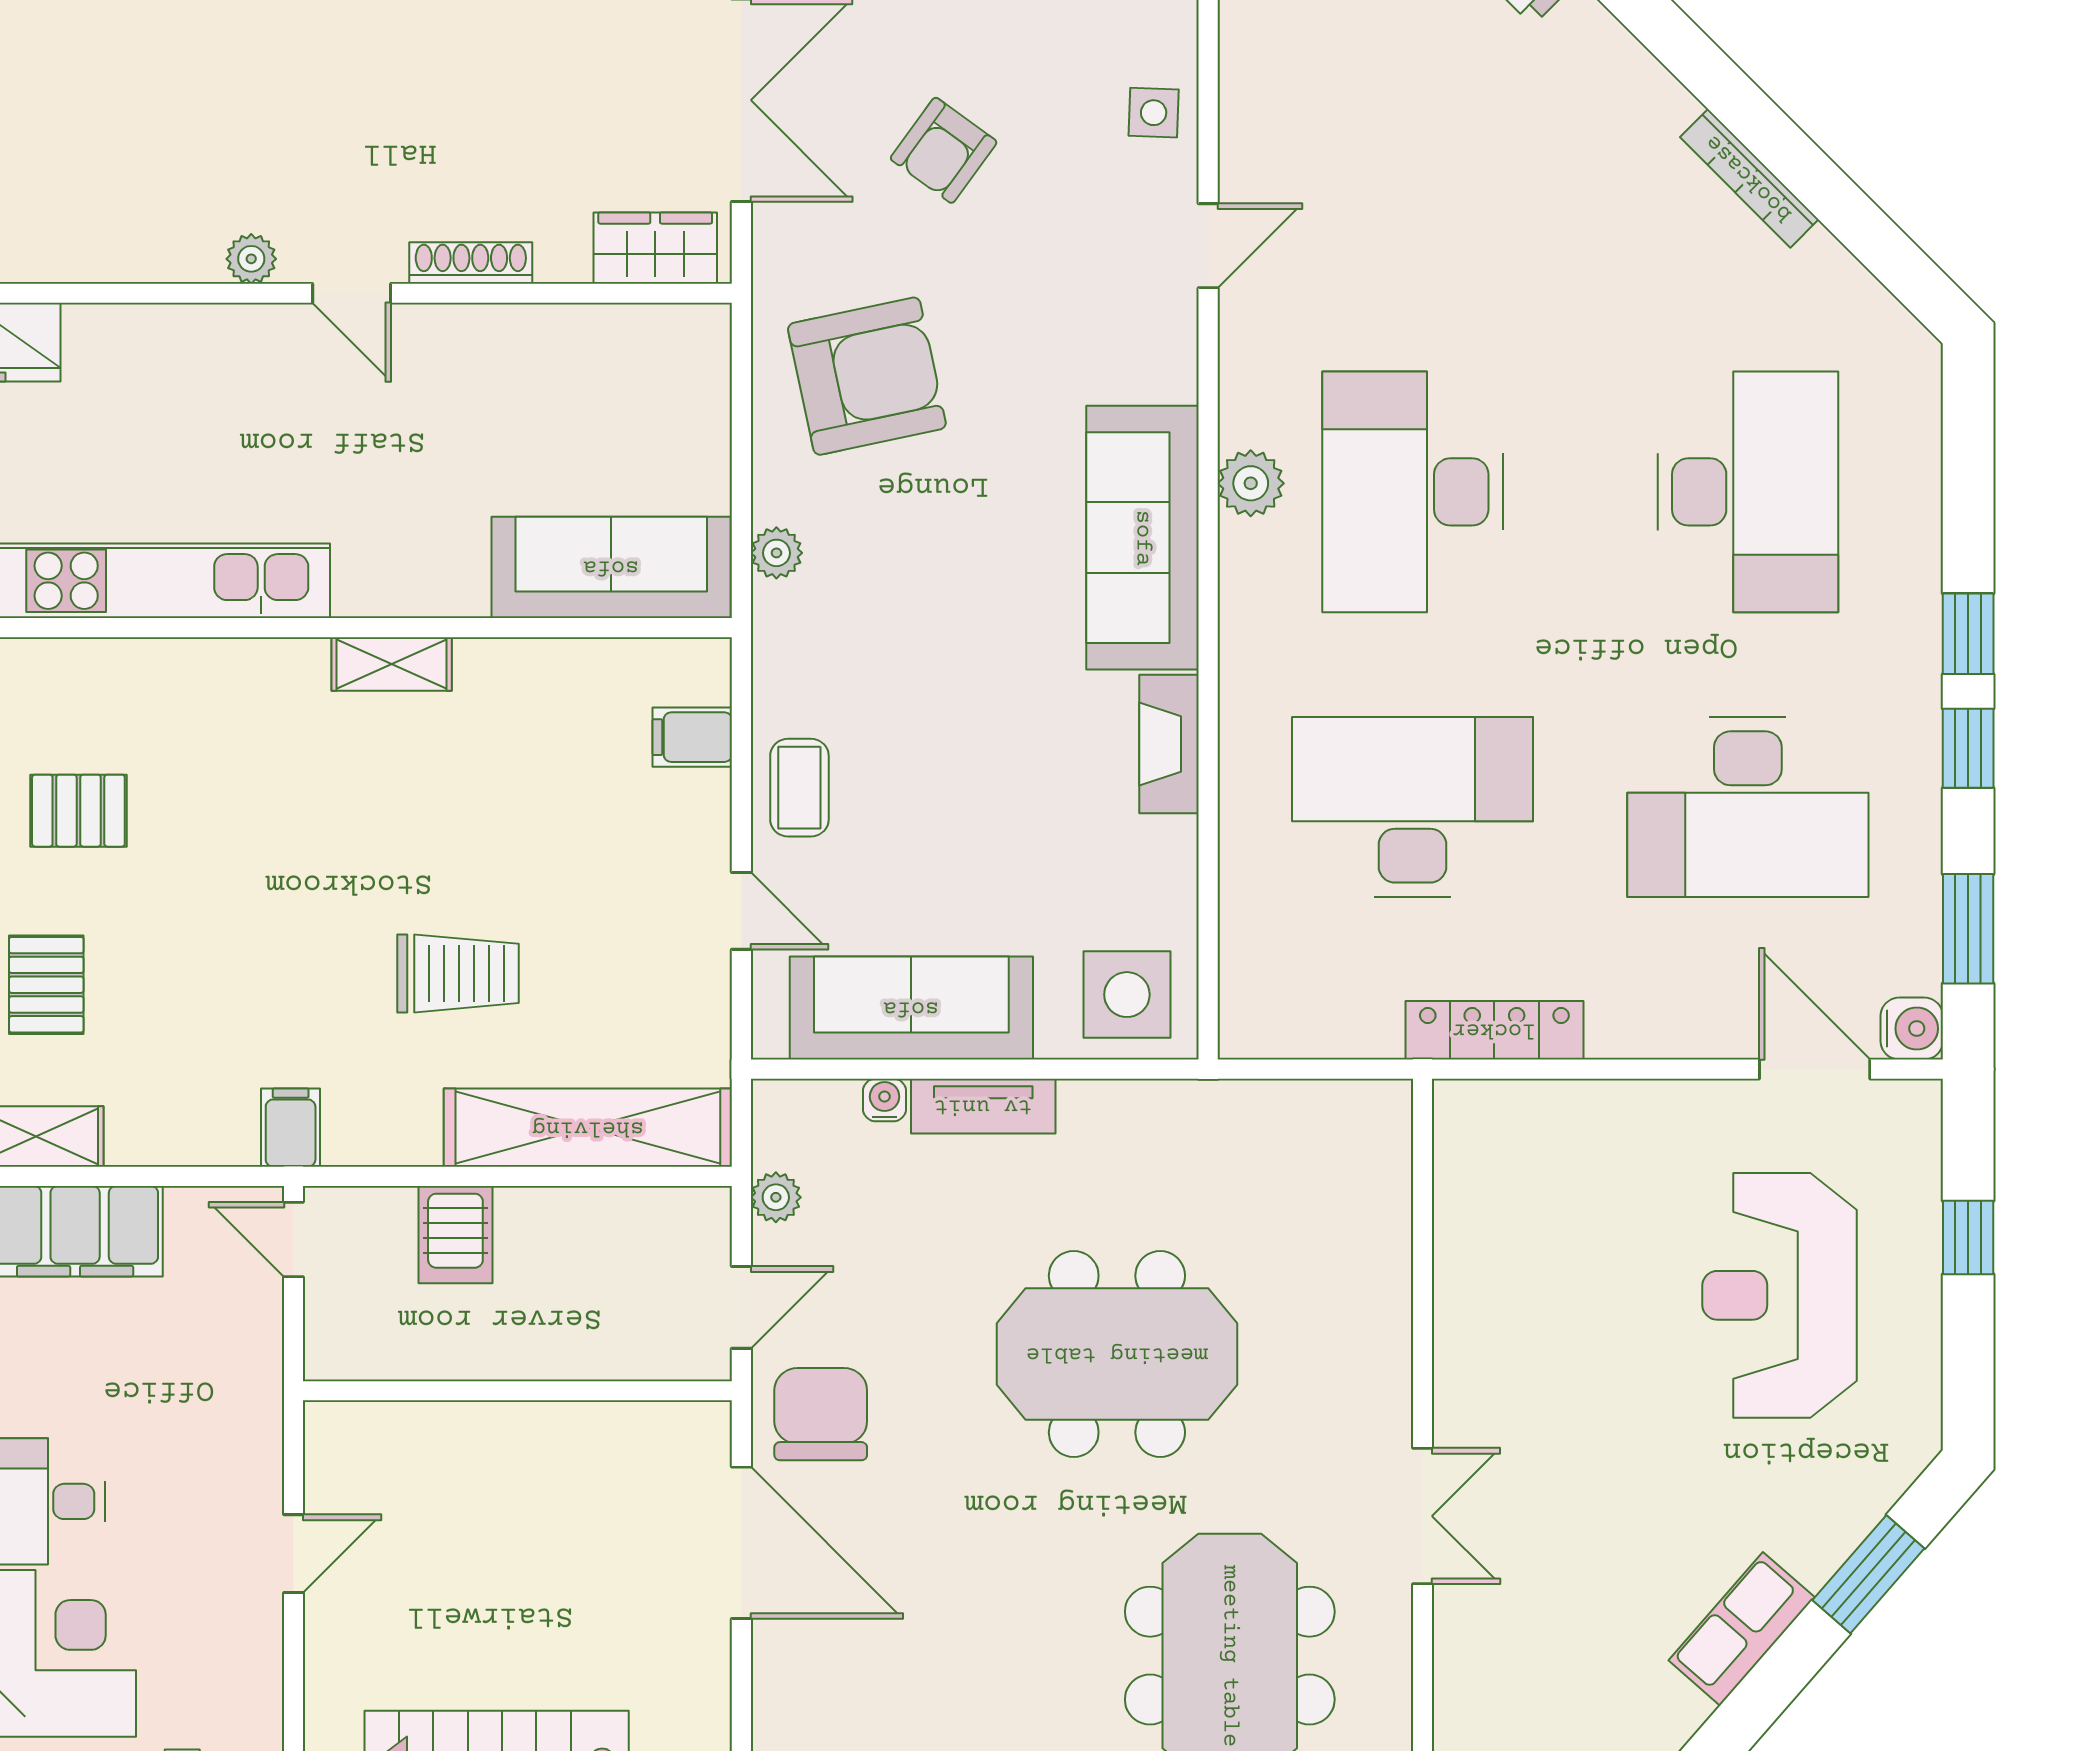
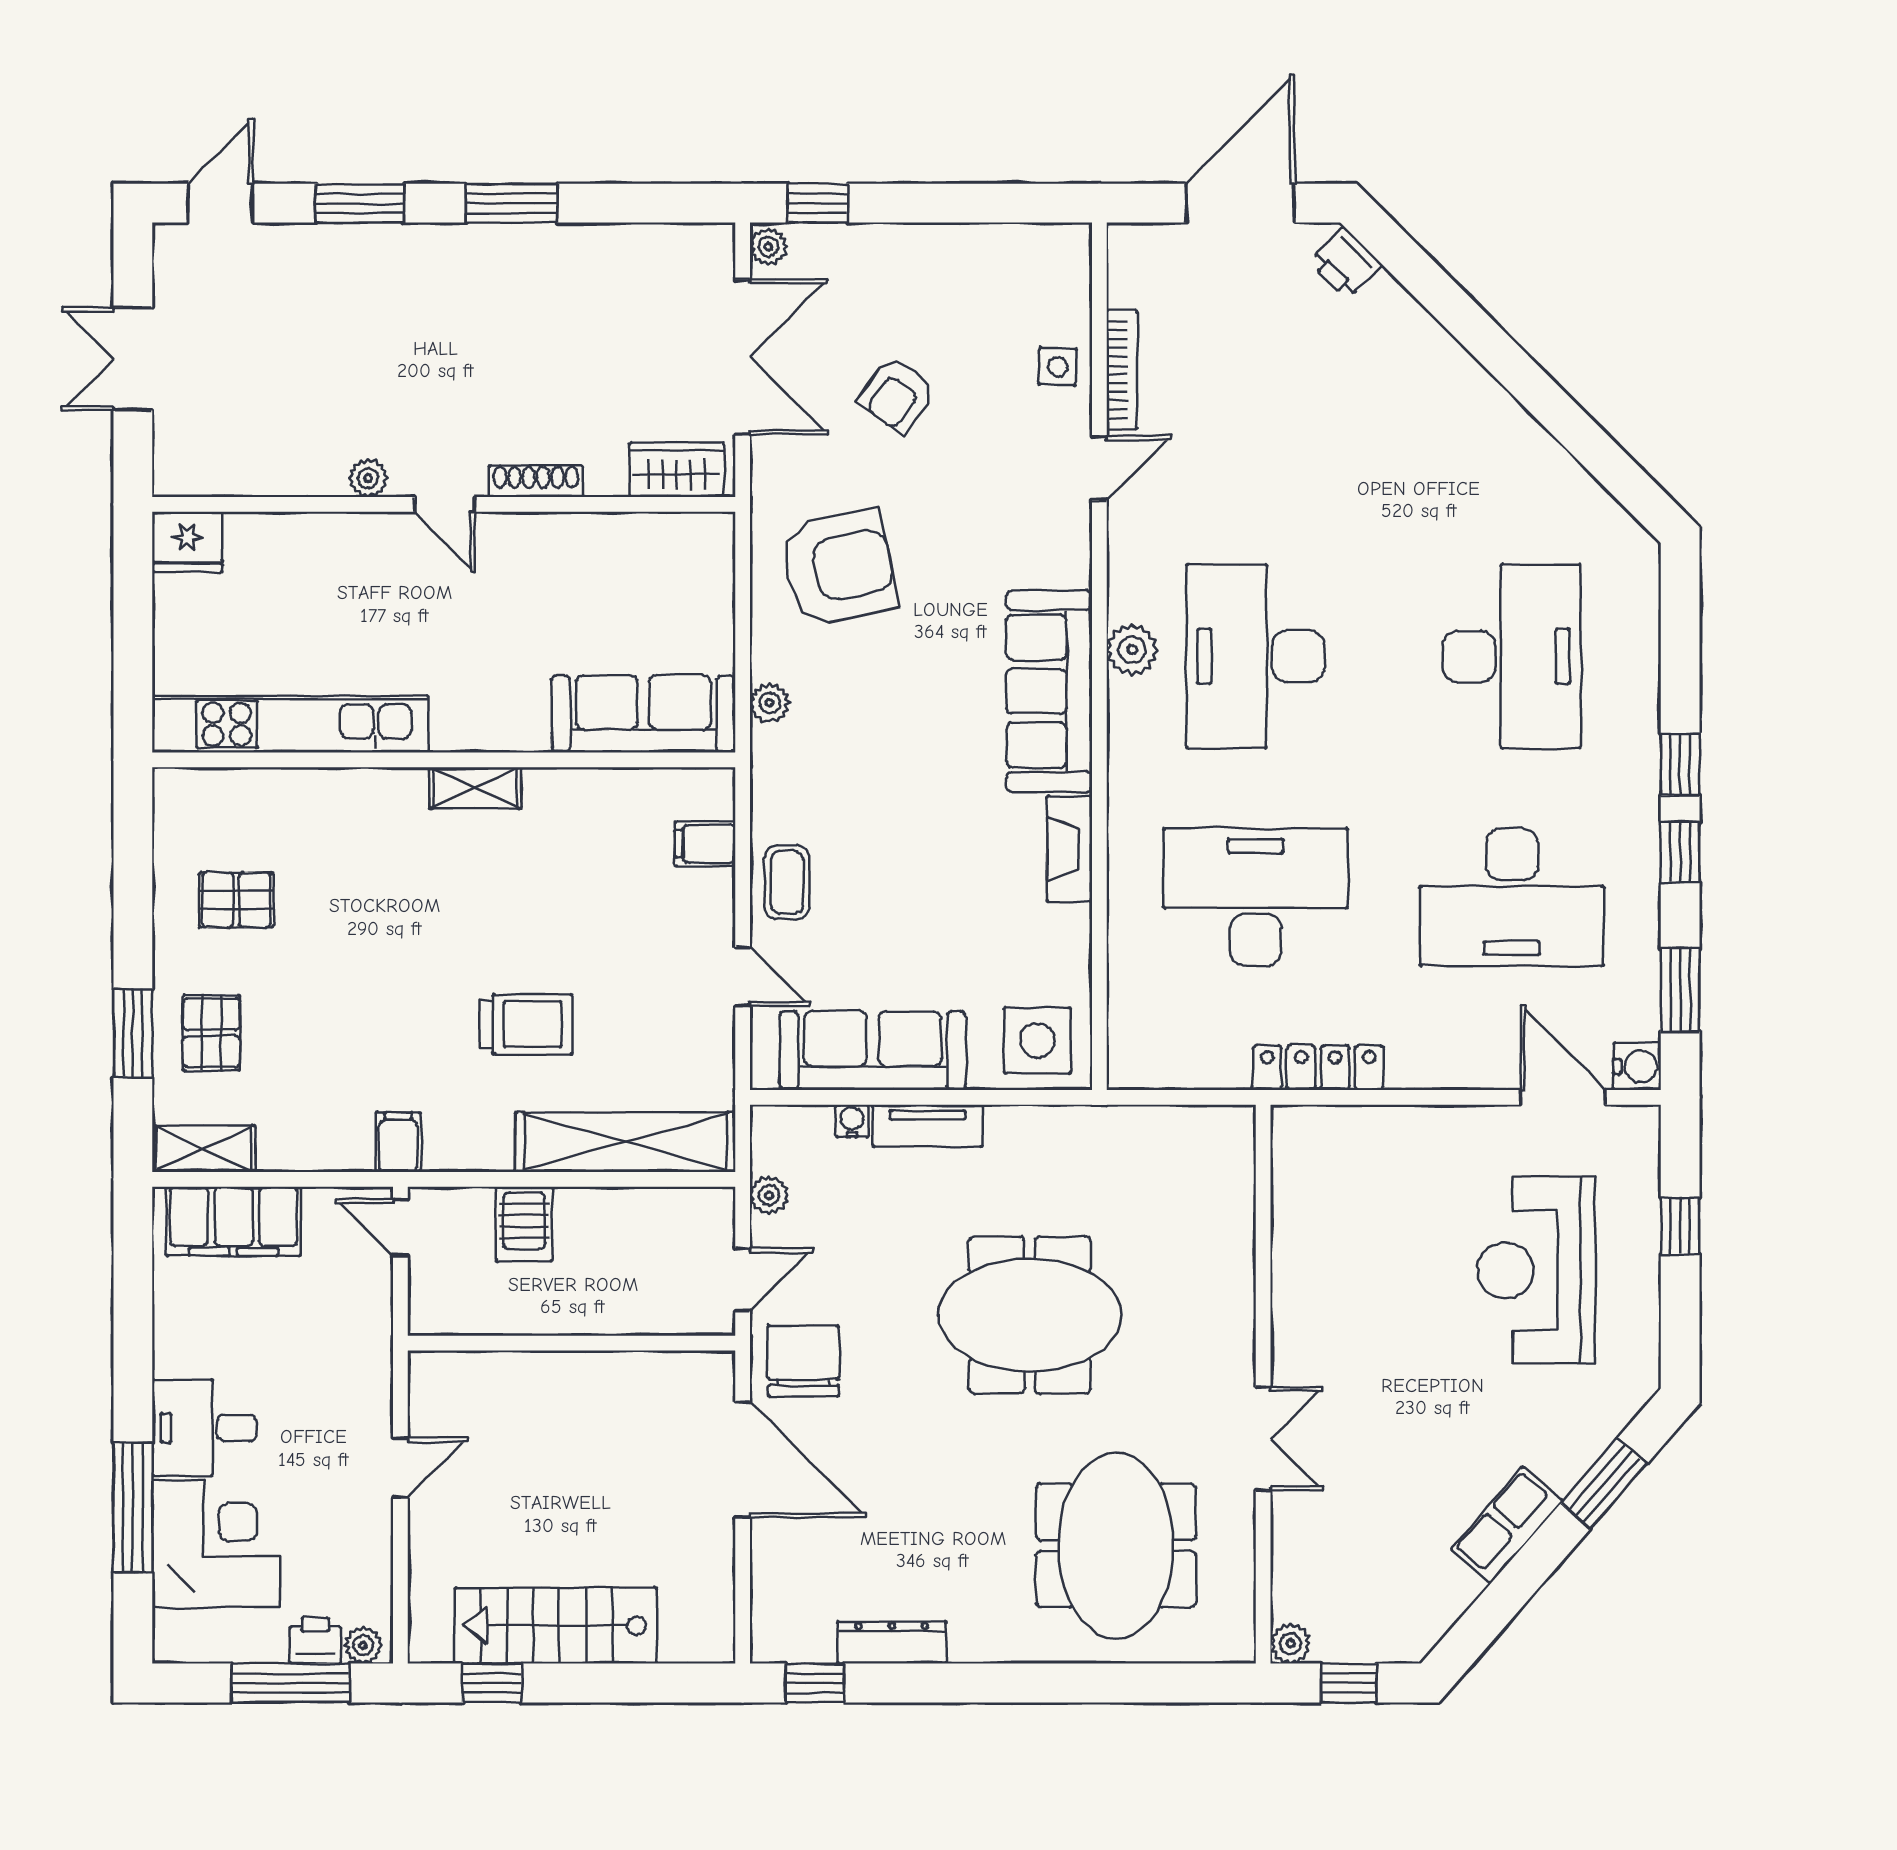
bookcase: (1749, 178) -> (1122, 370), moved, turned -135

